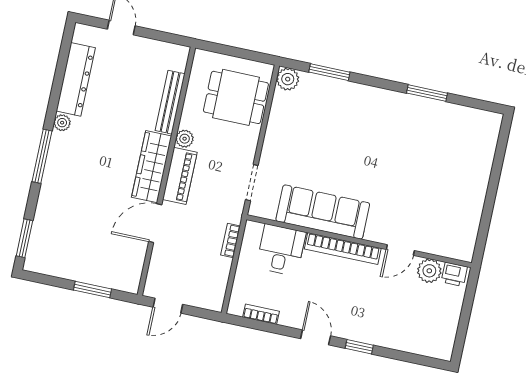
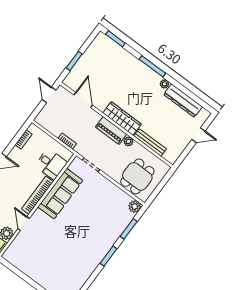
window: (427, 93) -> (108, 256), moved
door: (155, 223) -> (83, 100), moved

